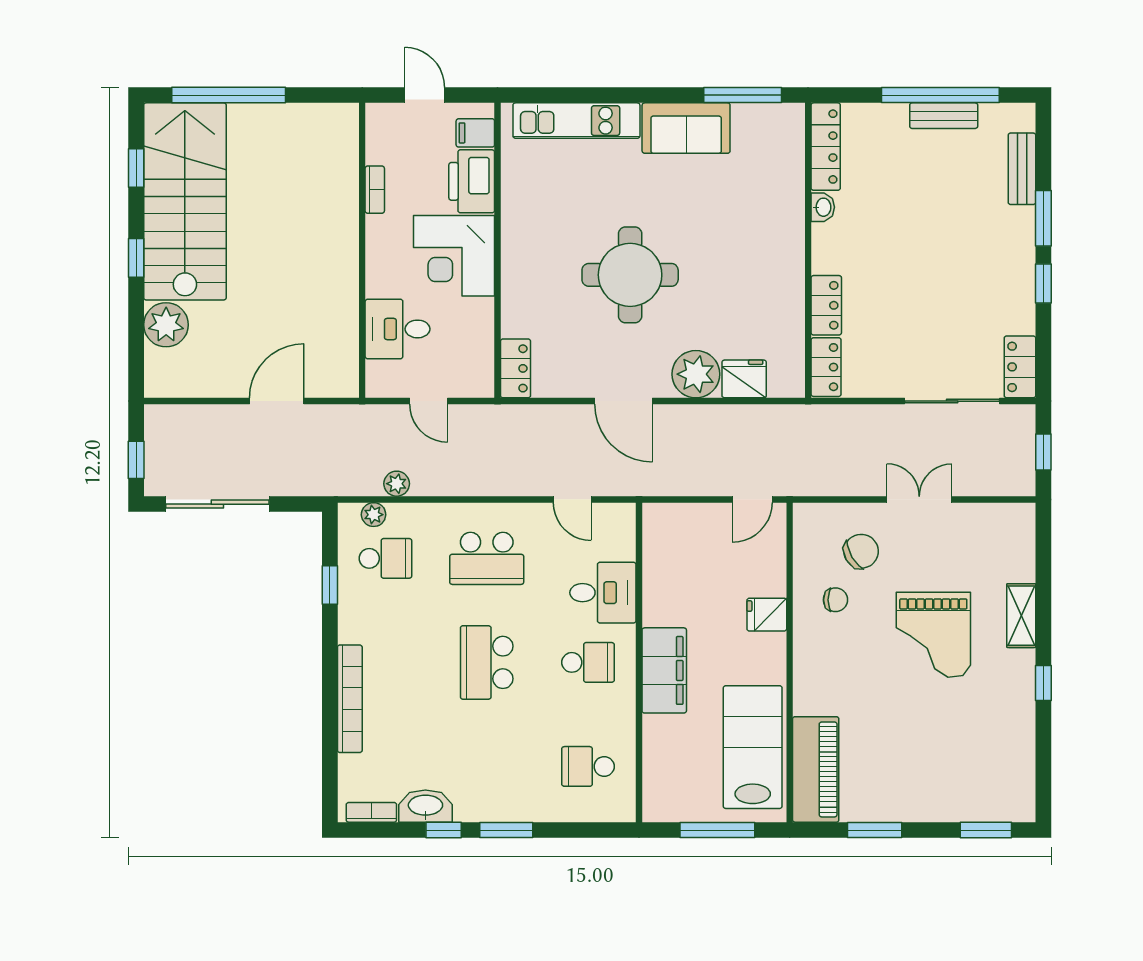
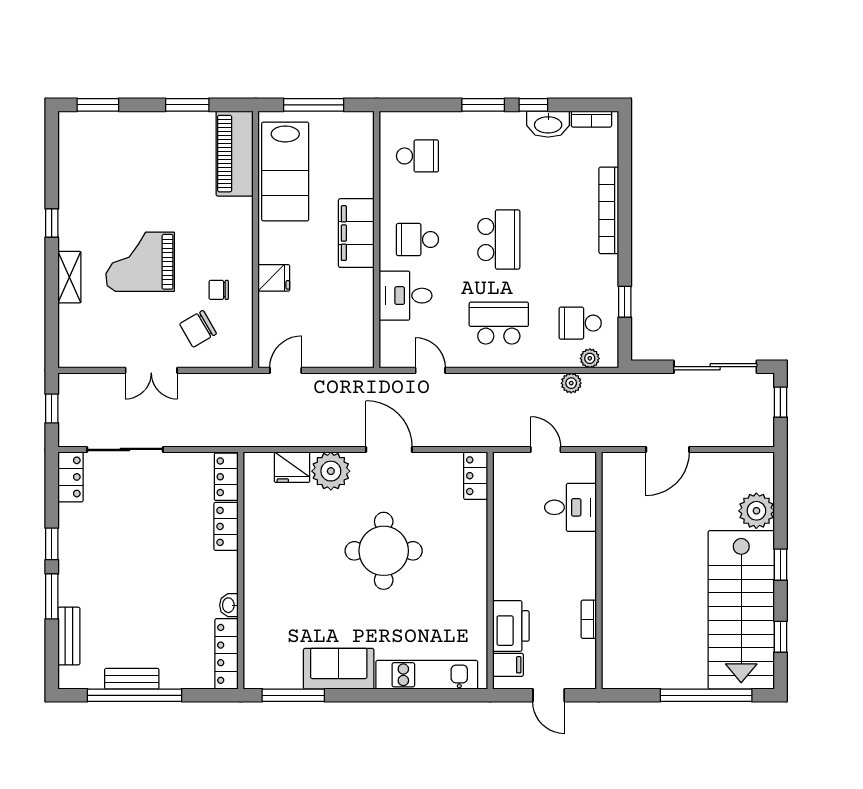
corner desk: (454, 256) -> (525, 566), removed
grand piano: (933, 635) -> (140, 262), turned -90

